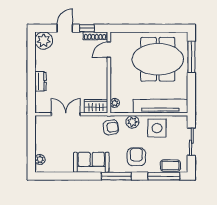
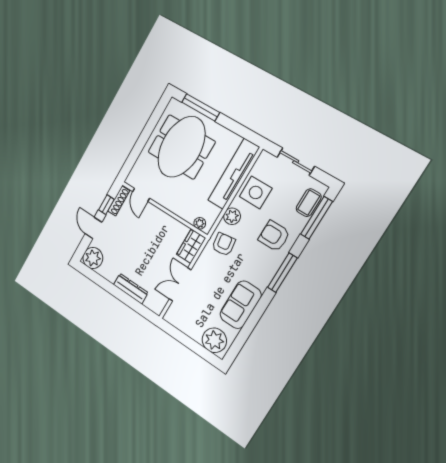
dresser: (40, 81) -> (131, 289), width x1.44
plant: (40, 159) -> (214, 340), width x1.88, depth x1.88
sofa: (91, 162) -> (241, 305), moved

